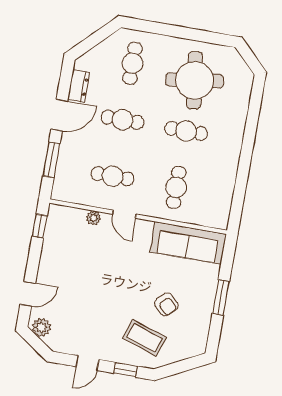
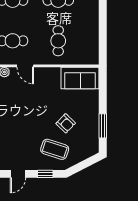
sofa: (188, 243) -> (80, 78), width x0.73
window: (221, 297) -> (103, 126), moved

